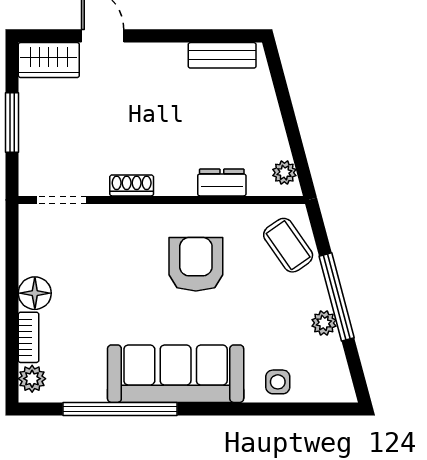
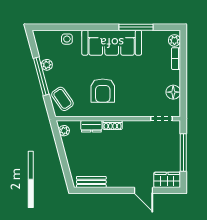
window: (12, 122) -> (183, 153), width x1.44
shoe rack: (132, 185) -> (113, 125), moved
floor lamp: (35, 293) -> (173, 92), moved
window: (120, 409) -> (136, 27), width x0.68

